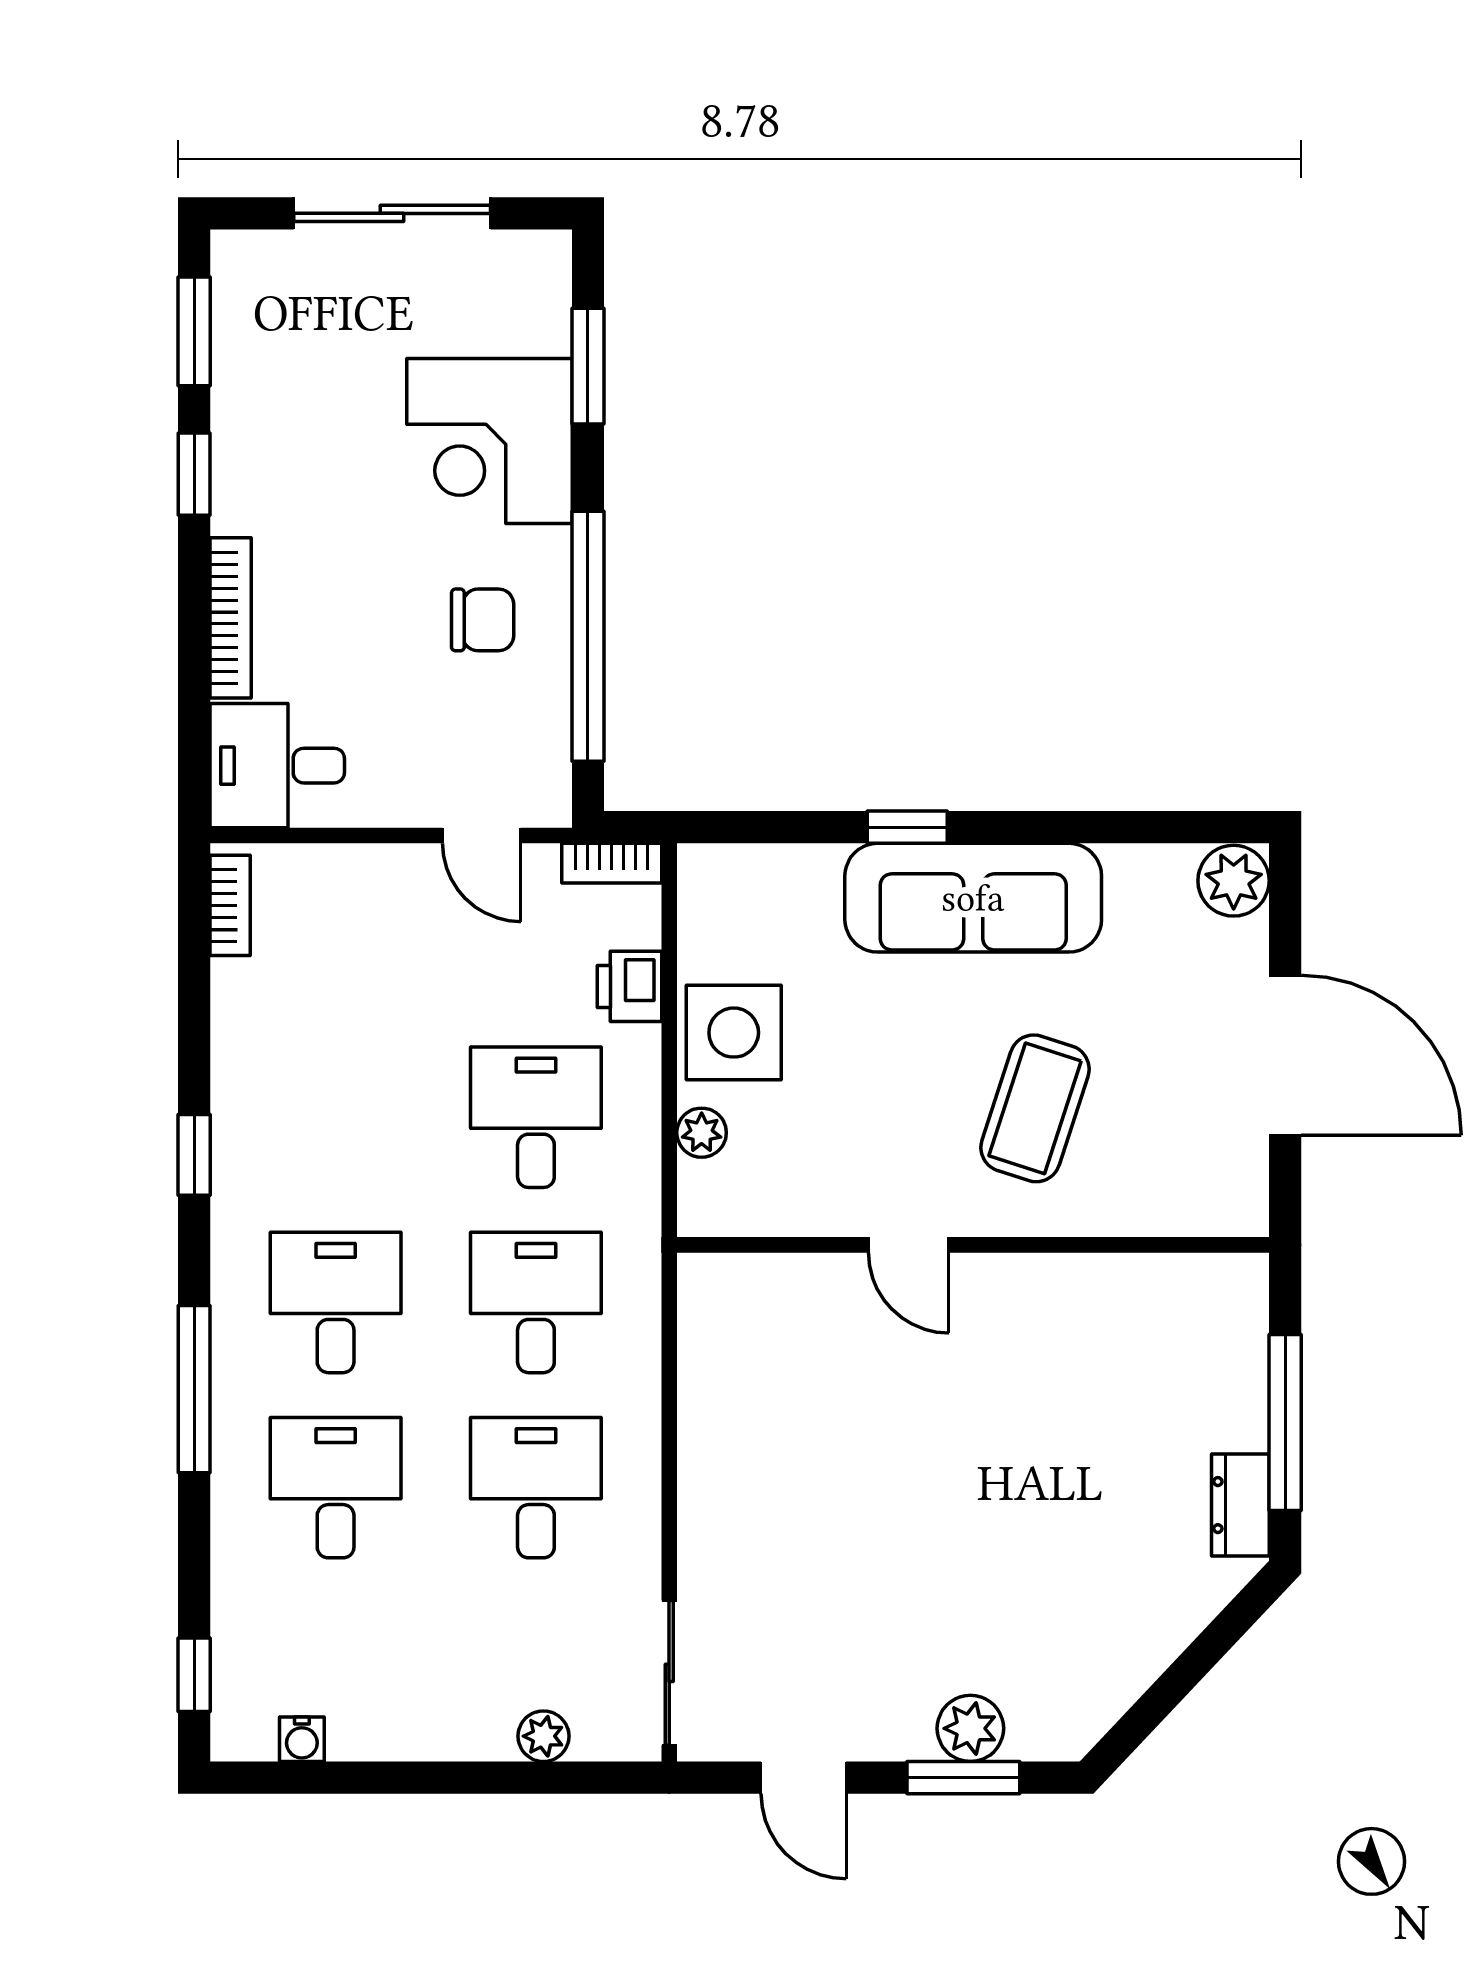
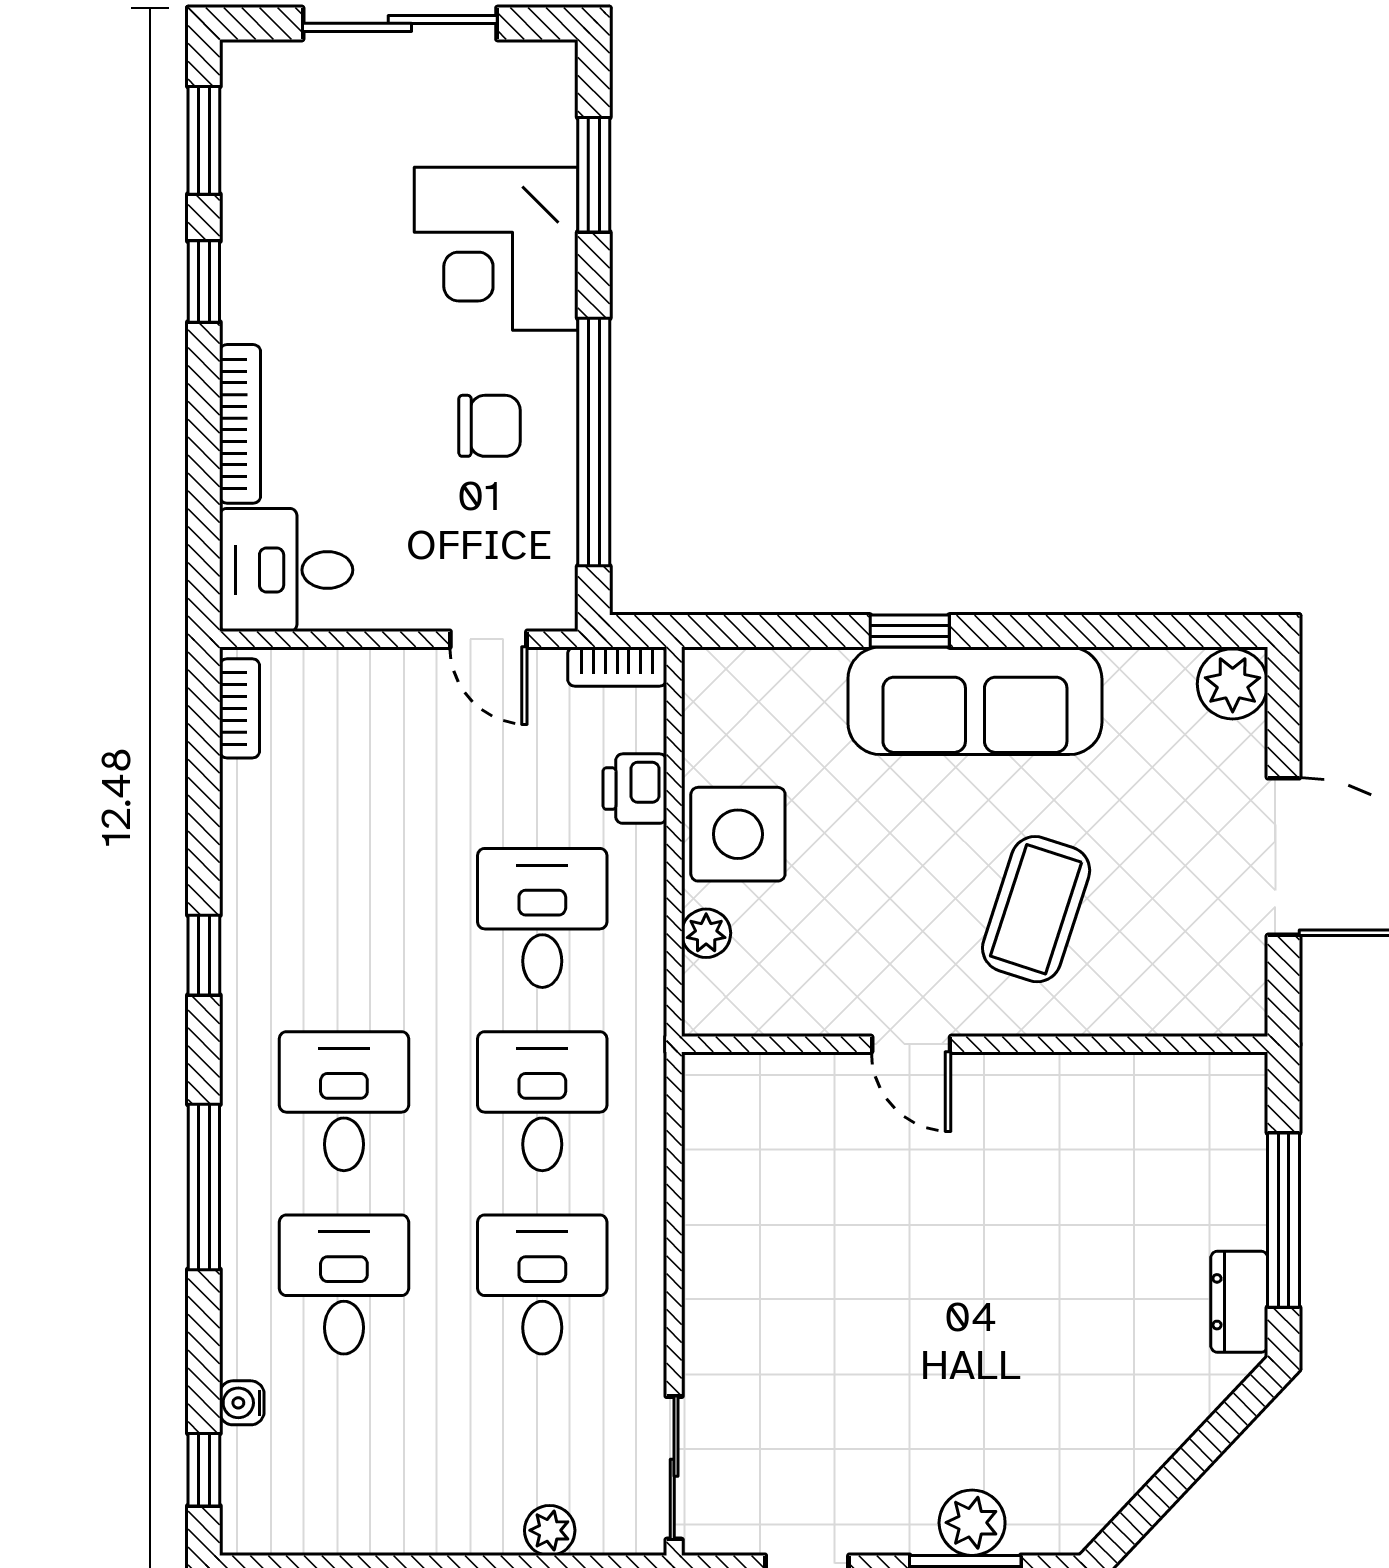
water cooler: (302, 1739) -> (242, 1403), moved, turned 90

